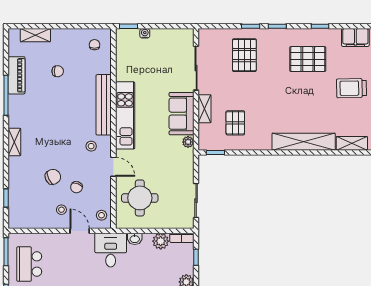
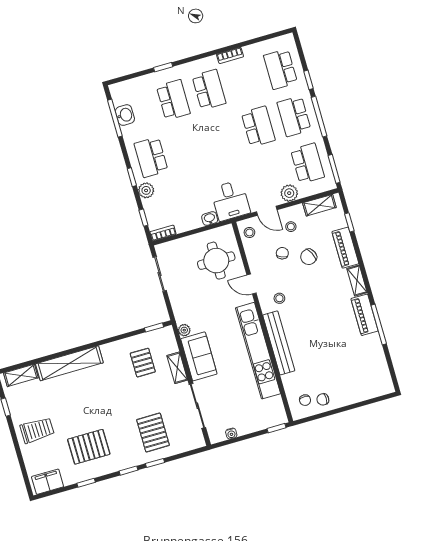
water cooler: (145, 33) -> (231, 434), moved
shelving: (35, 35) -> (319, 205), moved
chair: (58, 71) -> (323, 399), moved
piano: (17, 75) -> (365, 315), moved
kitchen unit: (125, 115) -> (258, 351), width x1.36
piano: (16, 176) -> (345, 248), added
plant: (161, 241) -> (289, 193), moved

